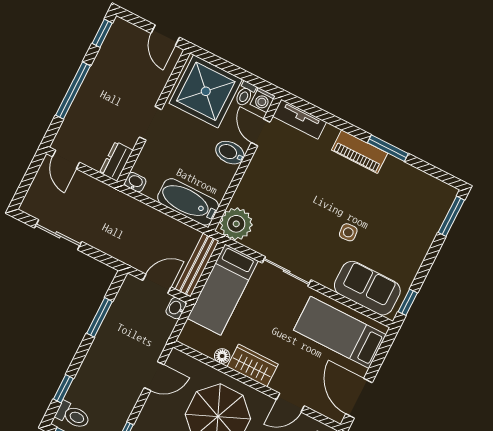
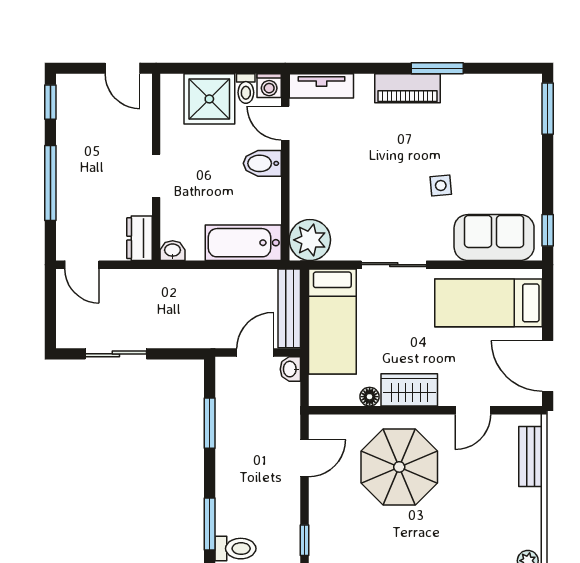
shower: (206, 91) -> (209, 99), width x0.73, depth x0.73
window: (63, 389) -> (210, 524), width x1.50

